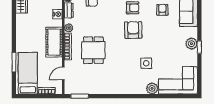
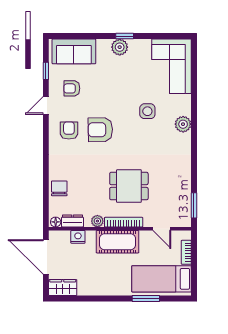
plant: (152, 88) -> (183, 124), moved

